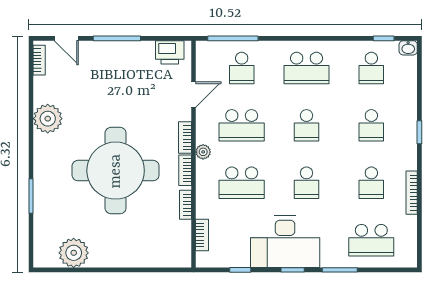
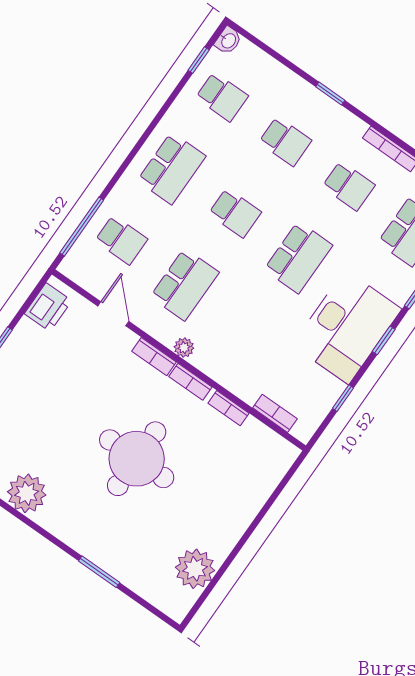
round table: (116, 171) -> (137, 459), width x0.73, depth x0.73
school desk: (242, 183) -> (248, 329), removed
school desk: (306, 183) -> (298, 257), width x1.85

